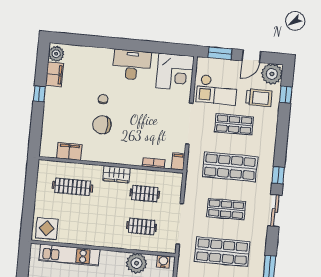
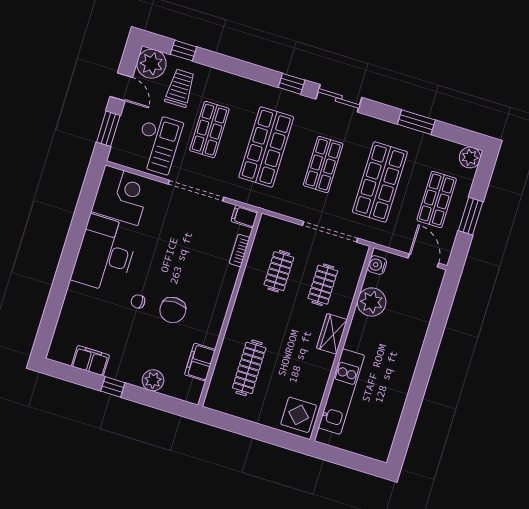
plant: (56, 54) -> (153, 380), moved
desk: (132, 65) -> (105, 254), width x1.36, depth x1.30
wardrobe: (116, 174) -> (332, 334), moved, turned 180

